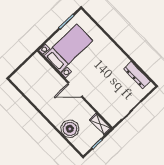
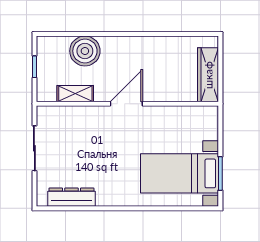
bed with nightstands: (68, 48) -> (179, 173), moved, turned 90
wardrobe: (30, 67) -> (208, 75), added
shelving: (100, 124) -> (75, 94), moved

